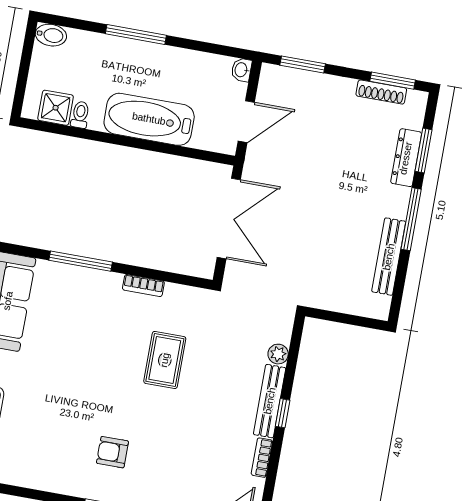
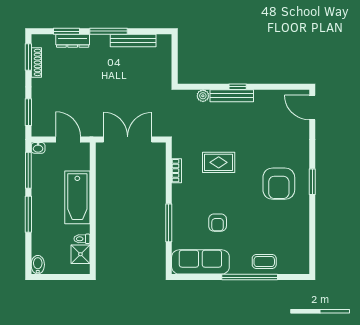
window: (208, 47) -> (28, 170), added
bookcase: (143, 286) -> (177, 171), moved
armchair: (67, 341) -> (218, 223), added
armchair: (112, 452) -> (279, 184), width x1.88, depth x1.88
bookcase: (262, 458) -> (266, 94), removed

